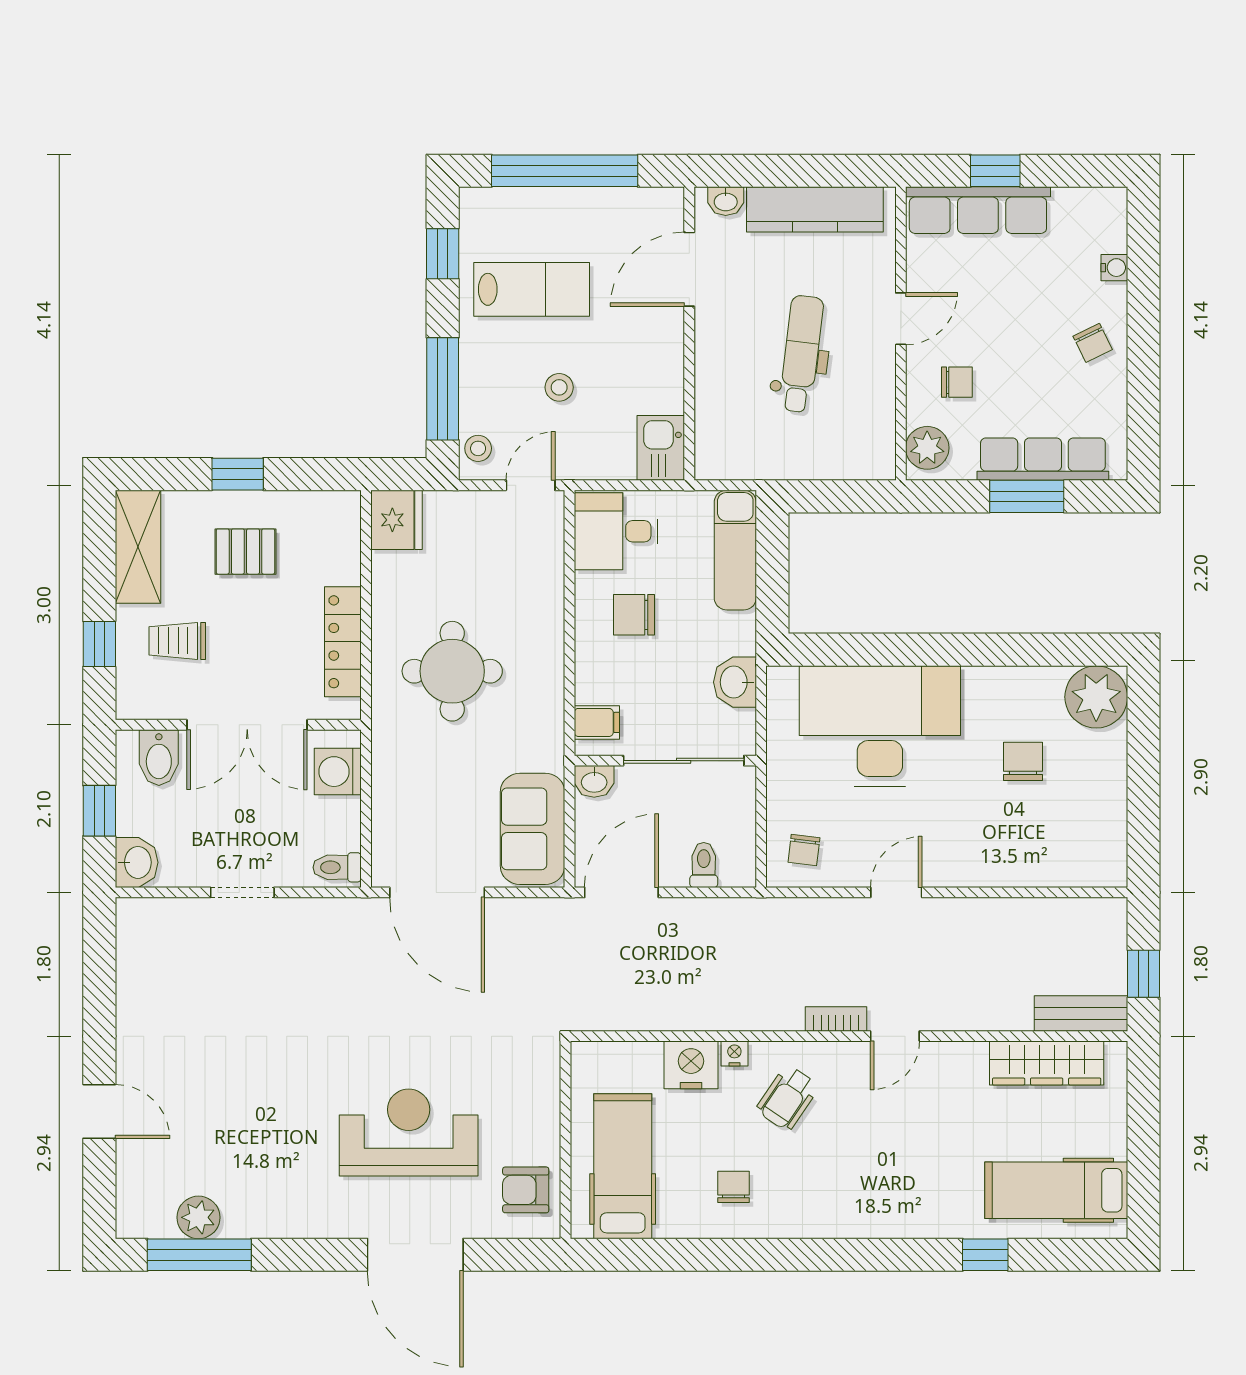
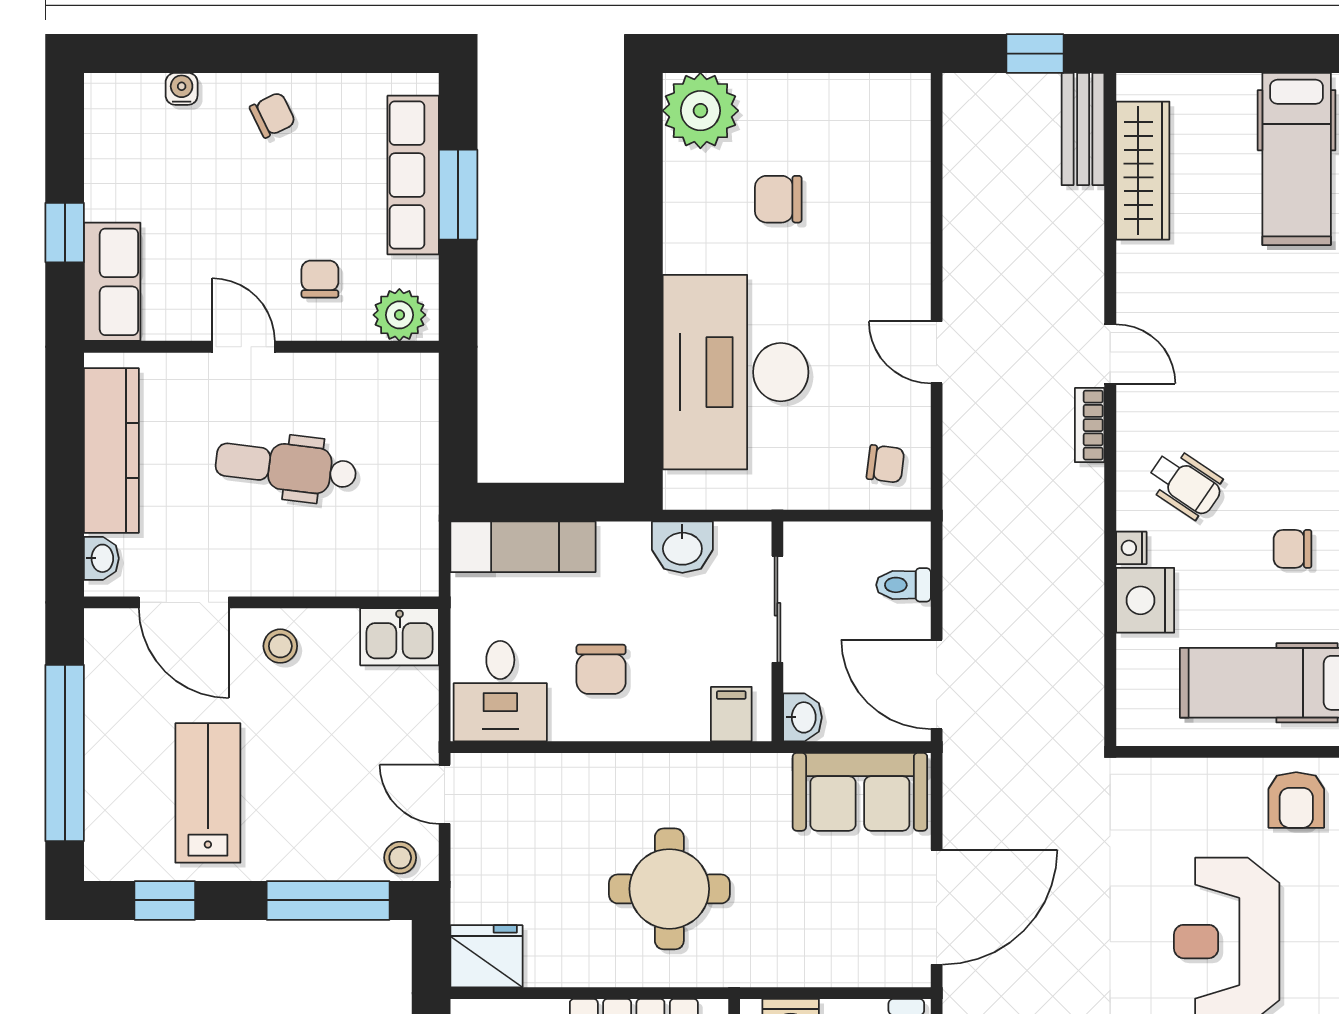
row of seats: (978, 210) -> (112, 282), width x0.68
stool: (559, 387) -> (280, 646), moved
sliding door: (684, 761) -> (777, 609), width x0.73

